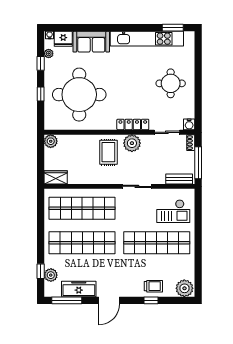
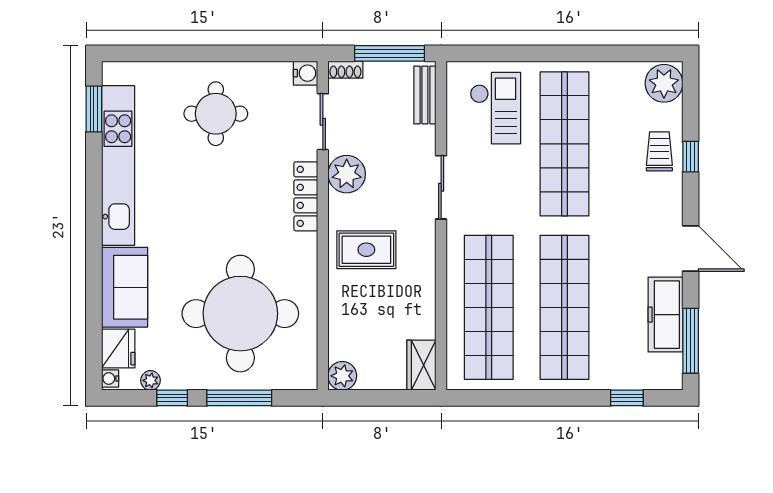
window: (41, 94) -> (239, 398), width x2.17
plant: (132, 143) -> (347, 174), moved
plant: (51, 275) -> (635, 376), removed

